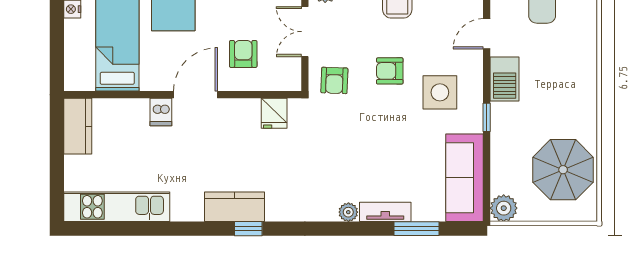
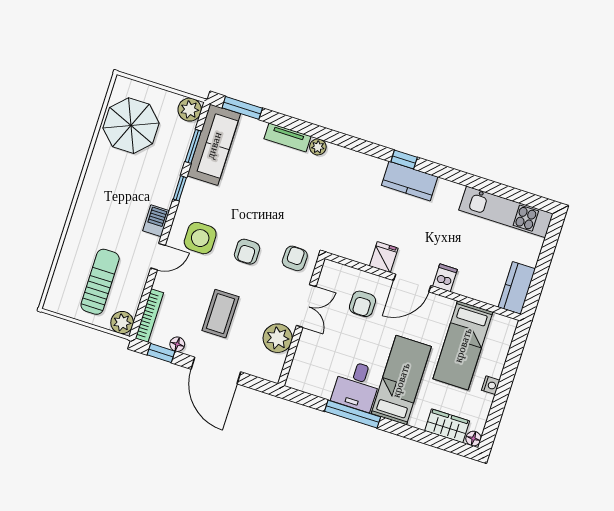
armchair: (390, 71) -> (247, 252), turned 90
barbecue: (505, 79) -> (156, 221), width x0.73, depth x0.79
side table: (440, 92) -> (200, 238), moved
fridge: (274, 113) -> (384, 257), moved
window: (487, 169) -> (193, 146), added
window: (417, 229) -> (242, 108), moved

